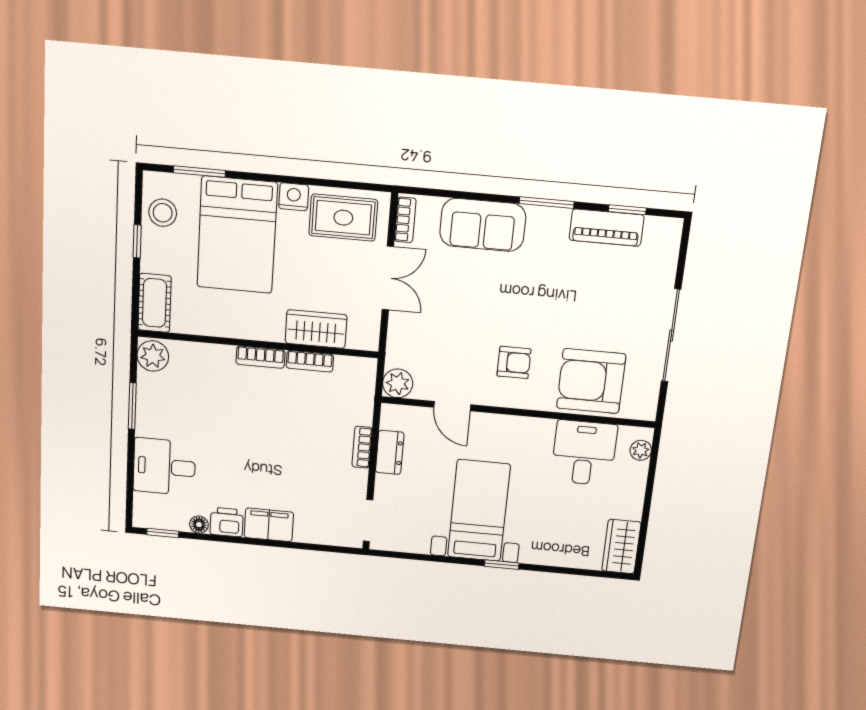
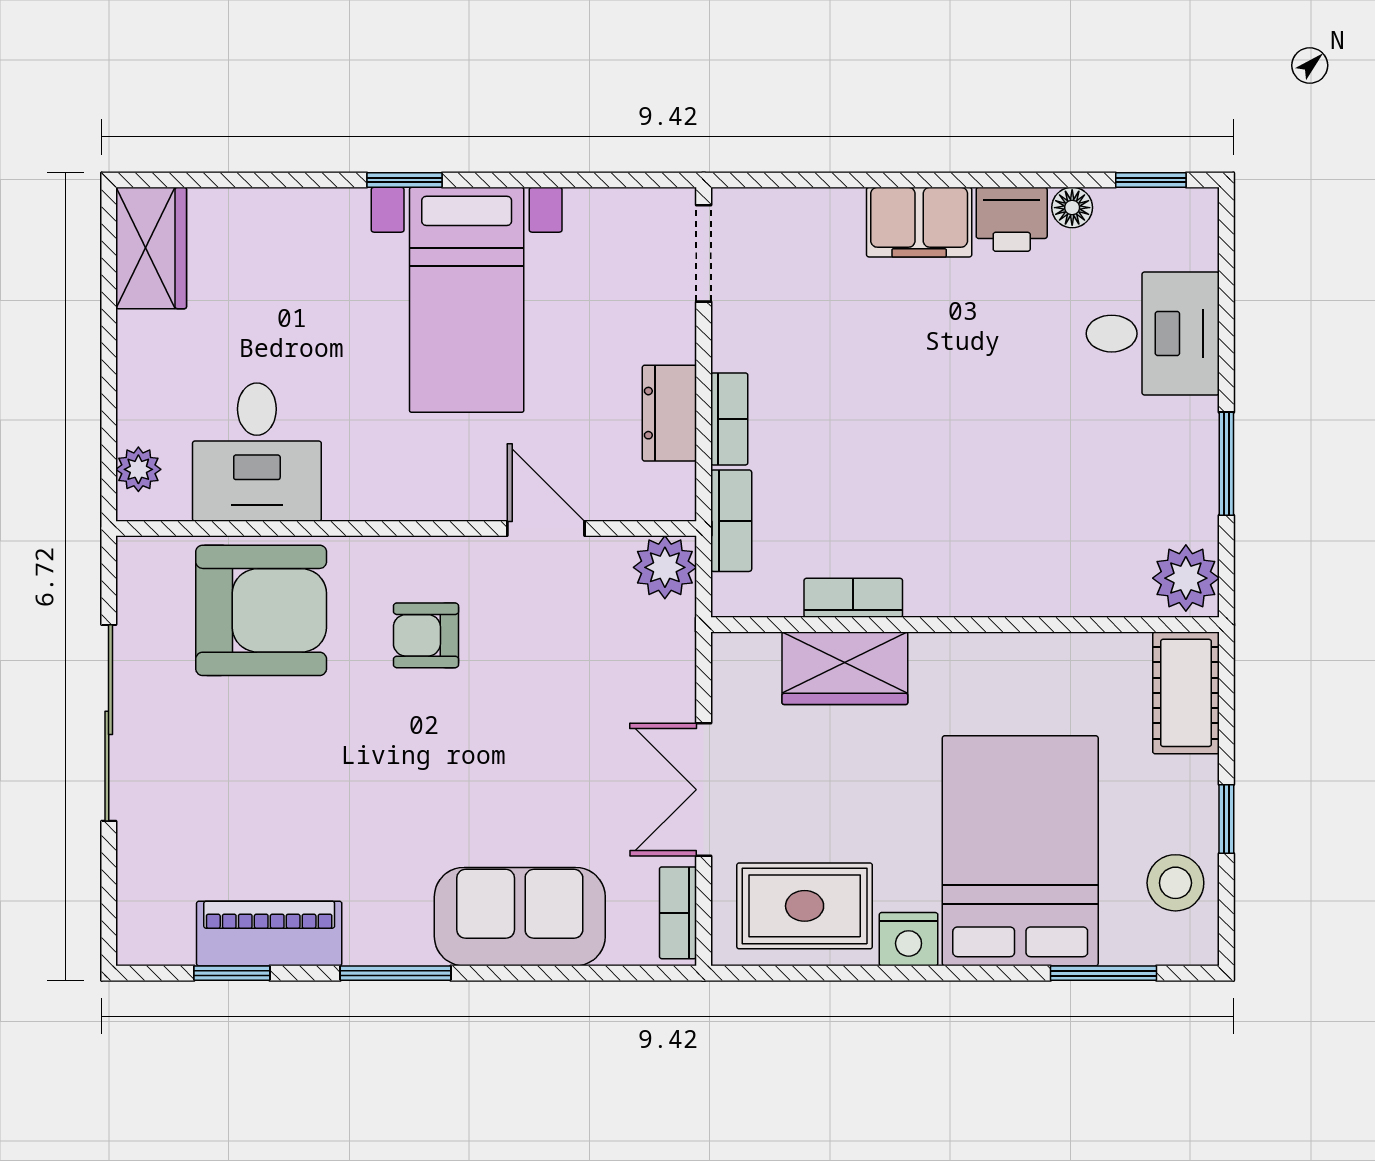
bookcase: (260, 357) -> (731, 521), moved, turned 90

